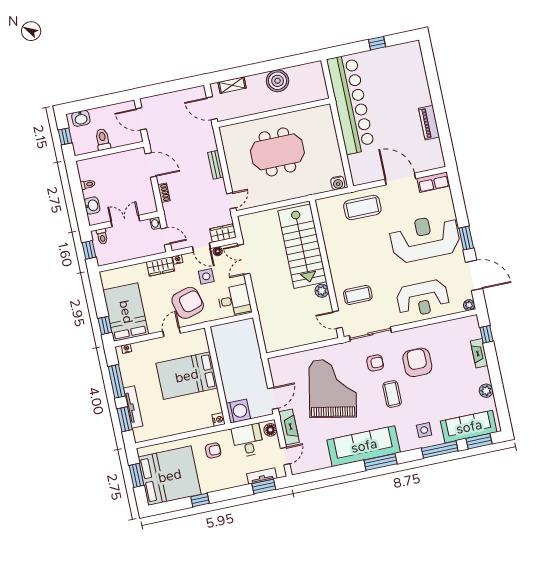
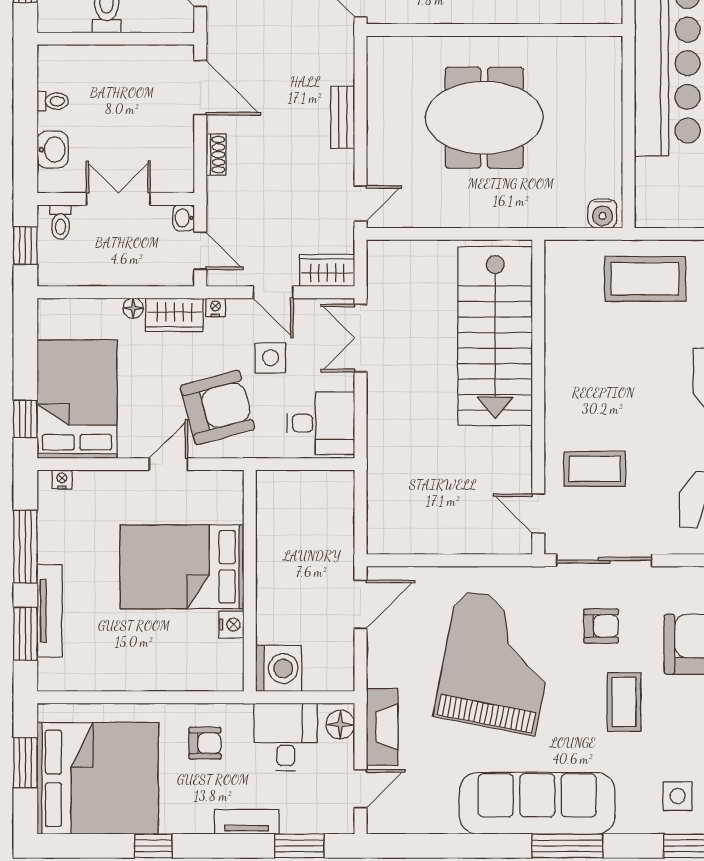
floor lamp: (218, 251) -> (133, 308), moved
plant: (322, 291) -> (517, 443), removed
door: (273, 398) -> (360, 604), moved
nightstand: (219, 420) -> (231, 625), moved
tv unit: (262, 476) -> (247, 822), moved

